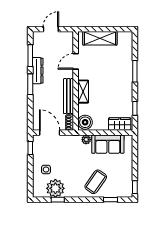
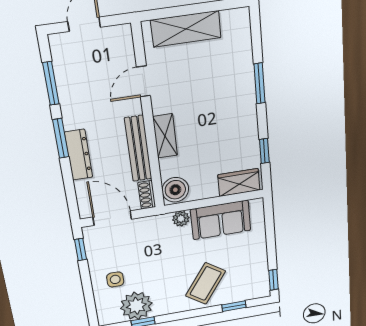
dresser: (38, 71) -> (79, 155), moved

